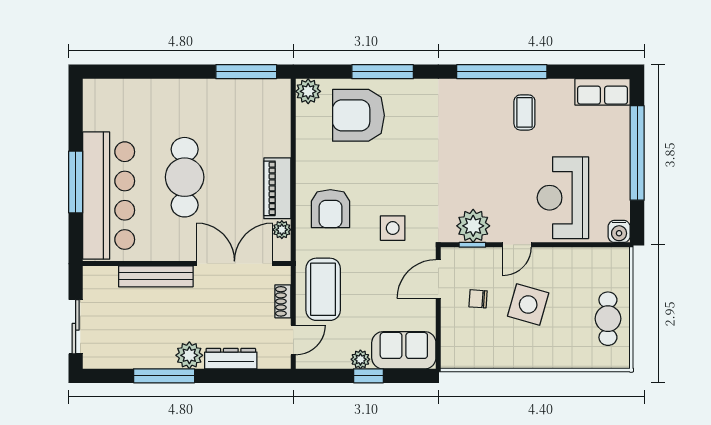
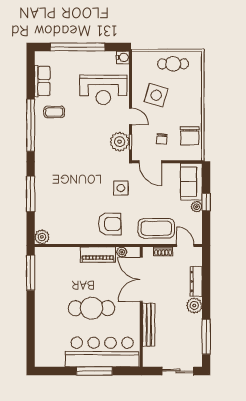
row of seats: (603, 92) -> (42, 81), moved
armchair: (358, 115) -> (56, 208), removed
side table: (528, 305) -> (156, 95), moved
chair: (483, 347) -> (190, 136), added
window: (164, 376) -> (206, 337), moved

